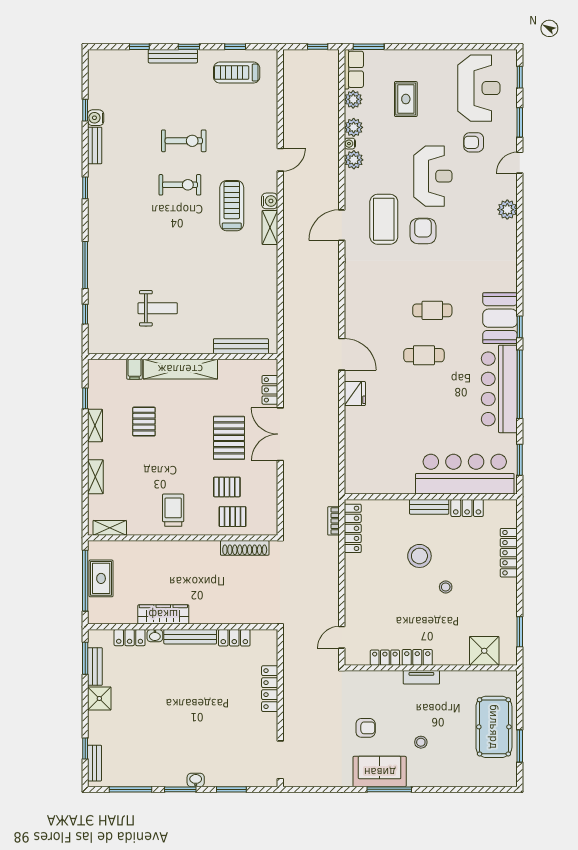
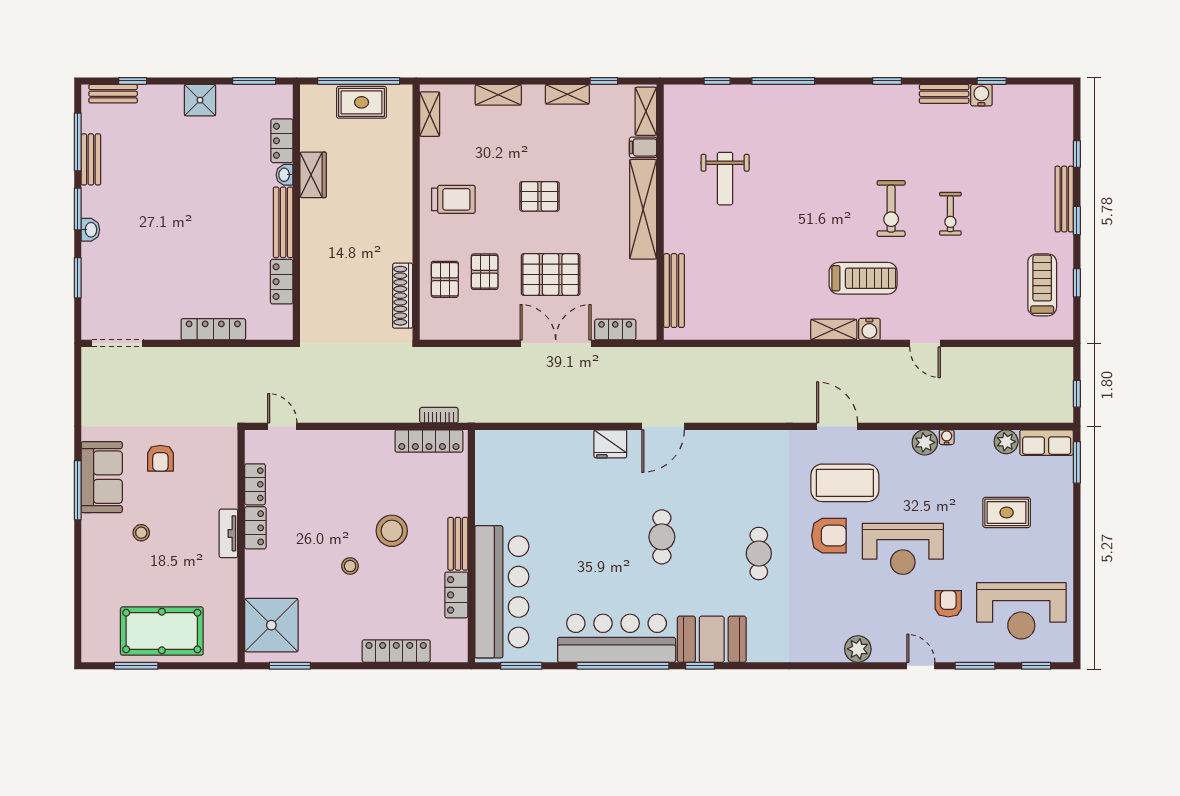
plant: (354, 127) -> (968, 442), removed
exercise bike: (184, 141) -> (950, 214), width x0.73, depth x0.72
cafe table: (432, 310) -> (759, 553), moved
shelving: (108, 367) -> (646, 111), added
pallet: (144, 422) -> (539, 196), moved
wardrobe: (163, 614) -> (313, 175), width x0.67
shower: (484, 651) -> (271, 625), width x1.37, depth x1.37
bench: (95, 666) -> (91, 159), moved, turned 90

